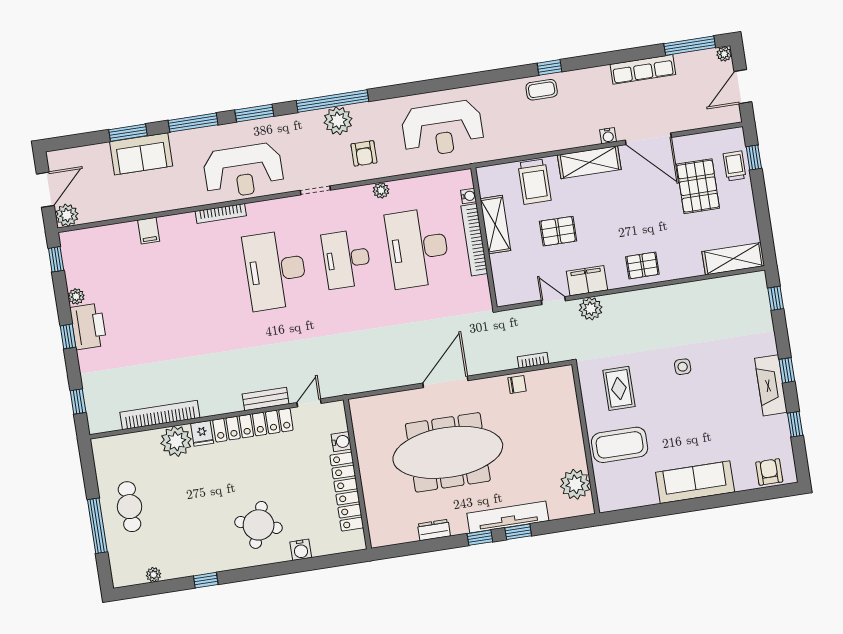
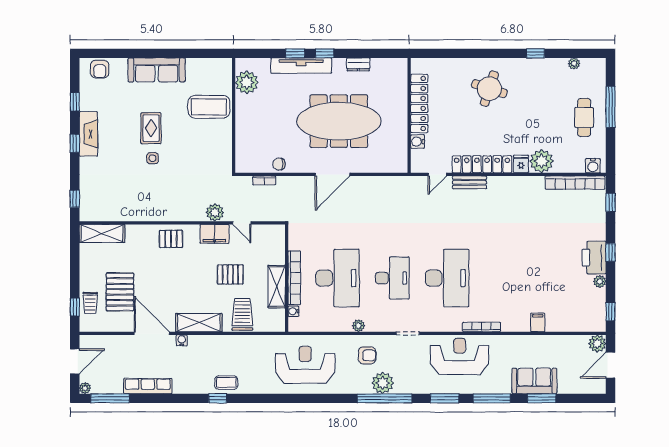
armchair: (364, 153) -> (367, 355), turned 90
rug: (619, 388) -> (151, 128), moved
bookcase: (160, 415) -> (575, 183), moved
water cooler: (301, 550) -> (593, 166), moved, turned 180

